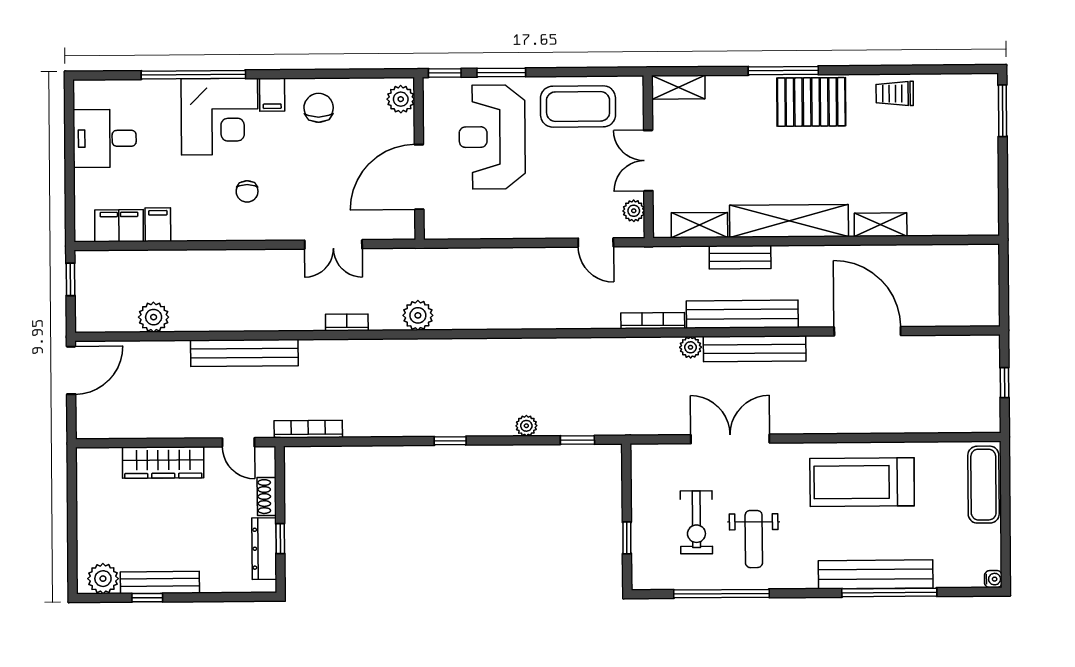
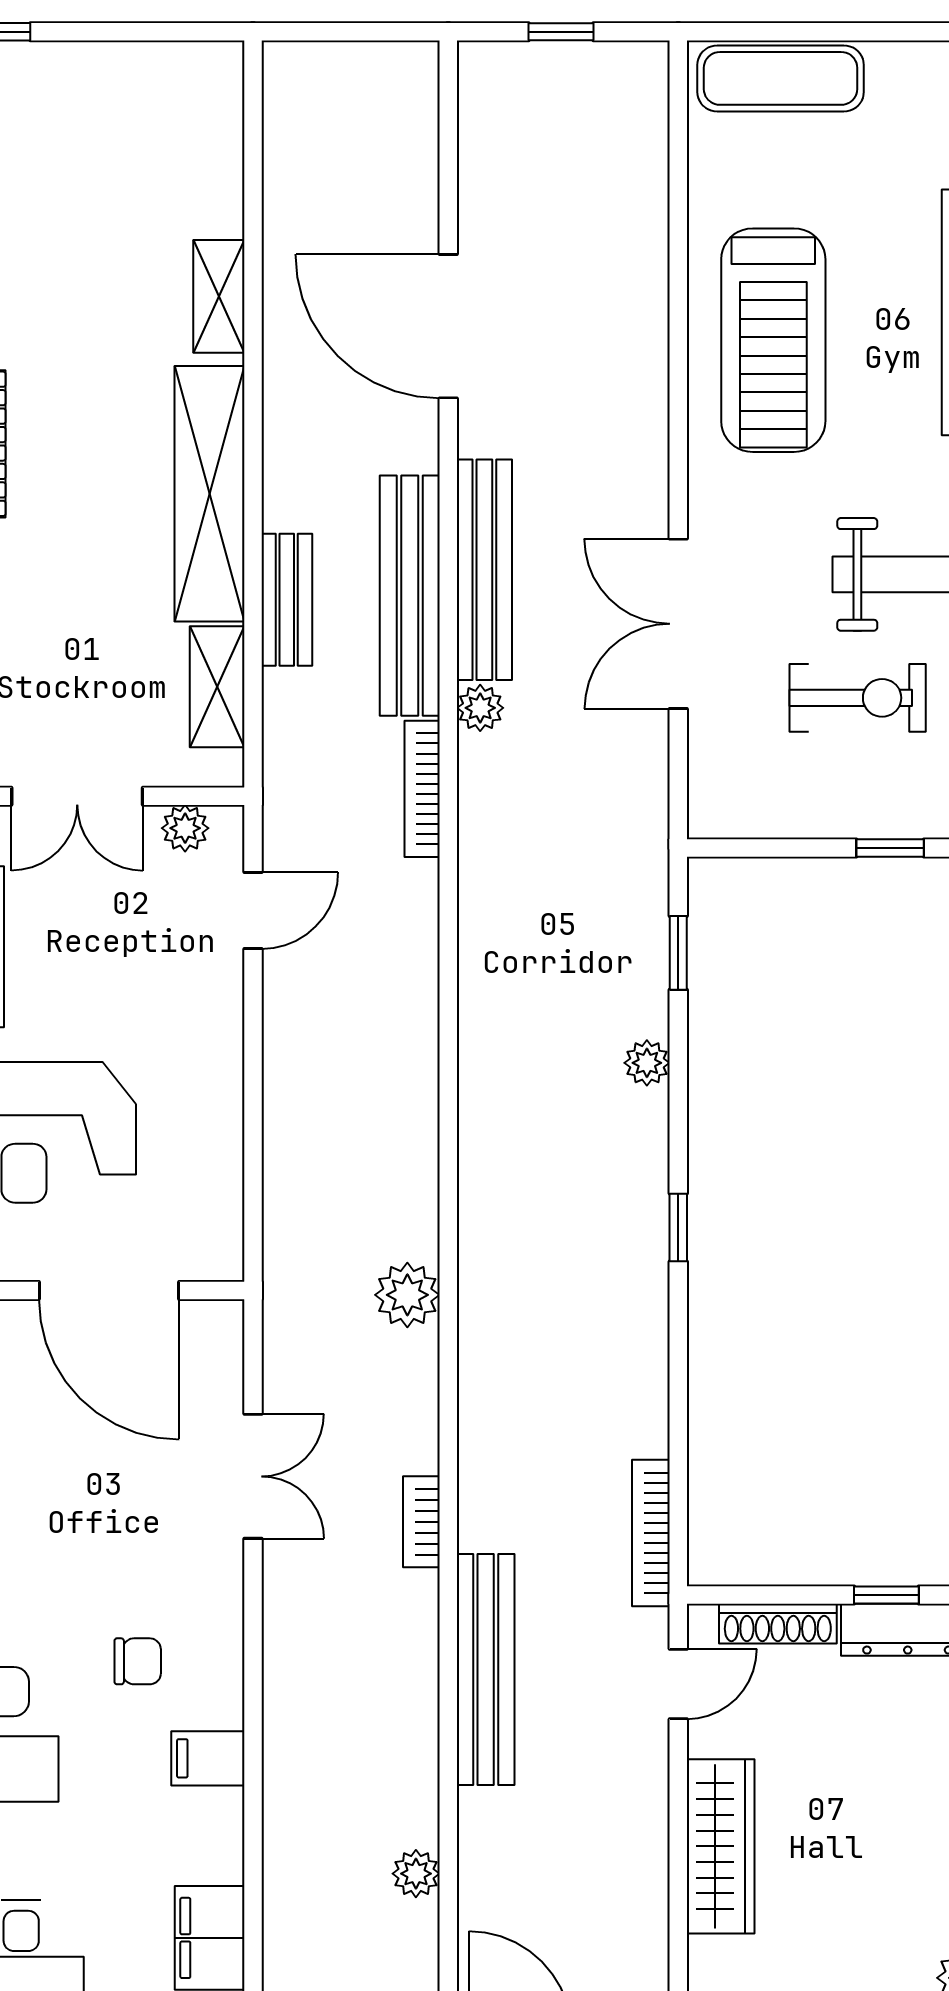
filing cabinet: (158, 225) -> (208, 1758), moved
plant: (154, 317) -> (416, 1874), width x0.73, depth x0.73
bookcase: (347, 322) -> (421, 1522), moved
door: (867, 331) -> (448, 326), hinge flipped
shoe rack: (267, 497) -> (778, 1624), width x1.43

